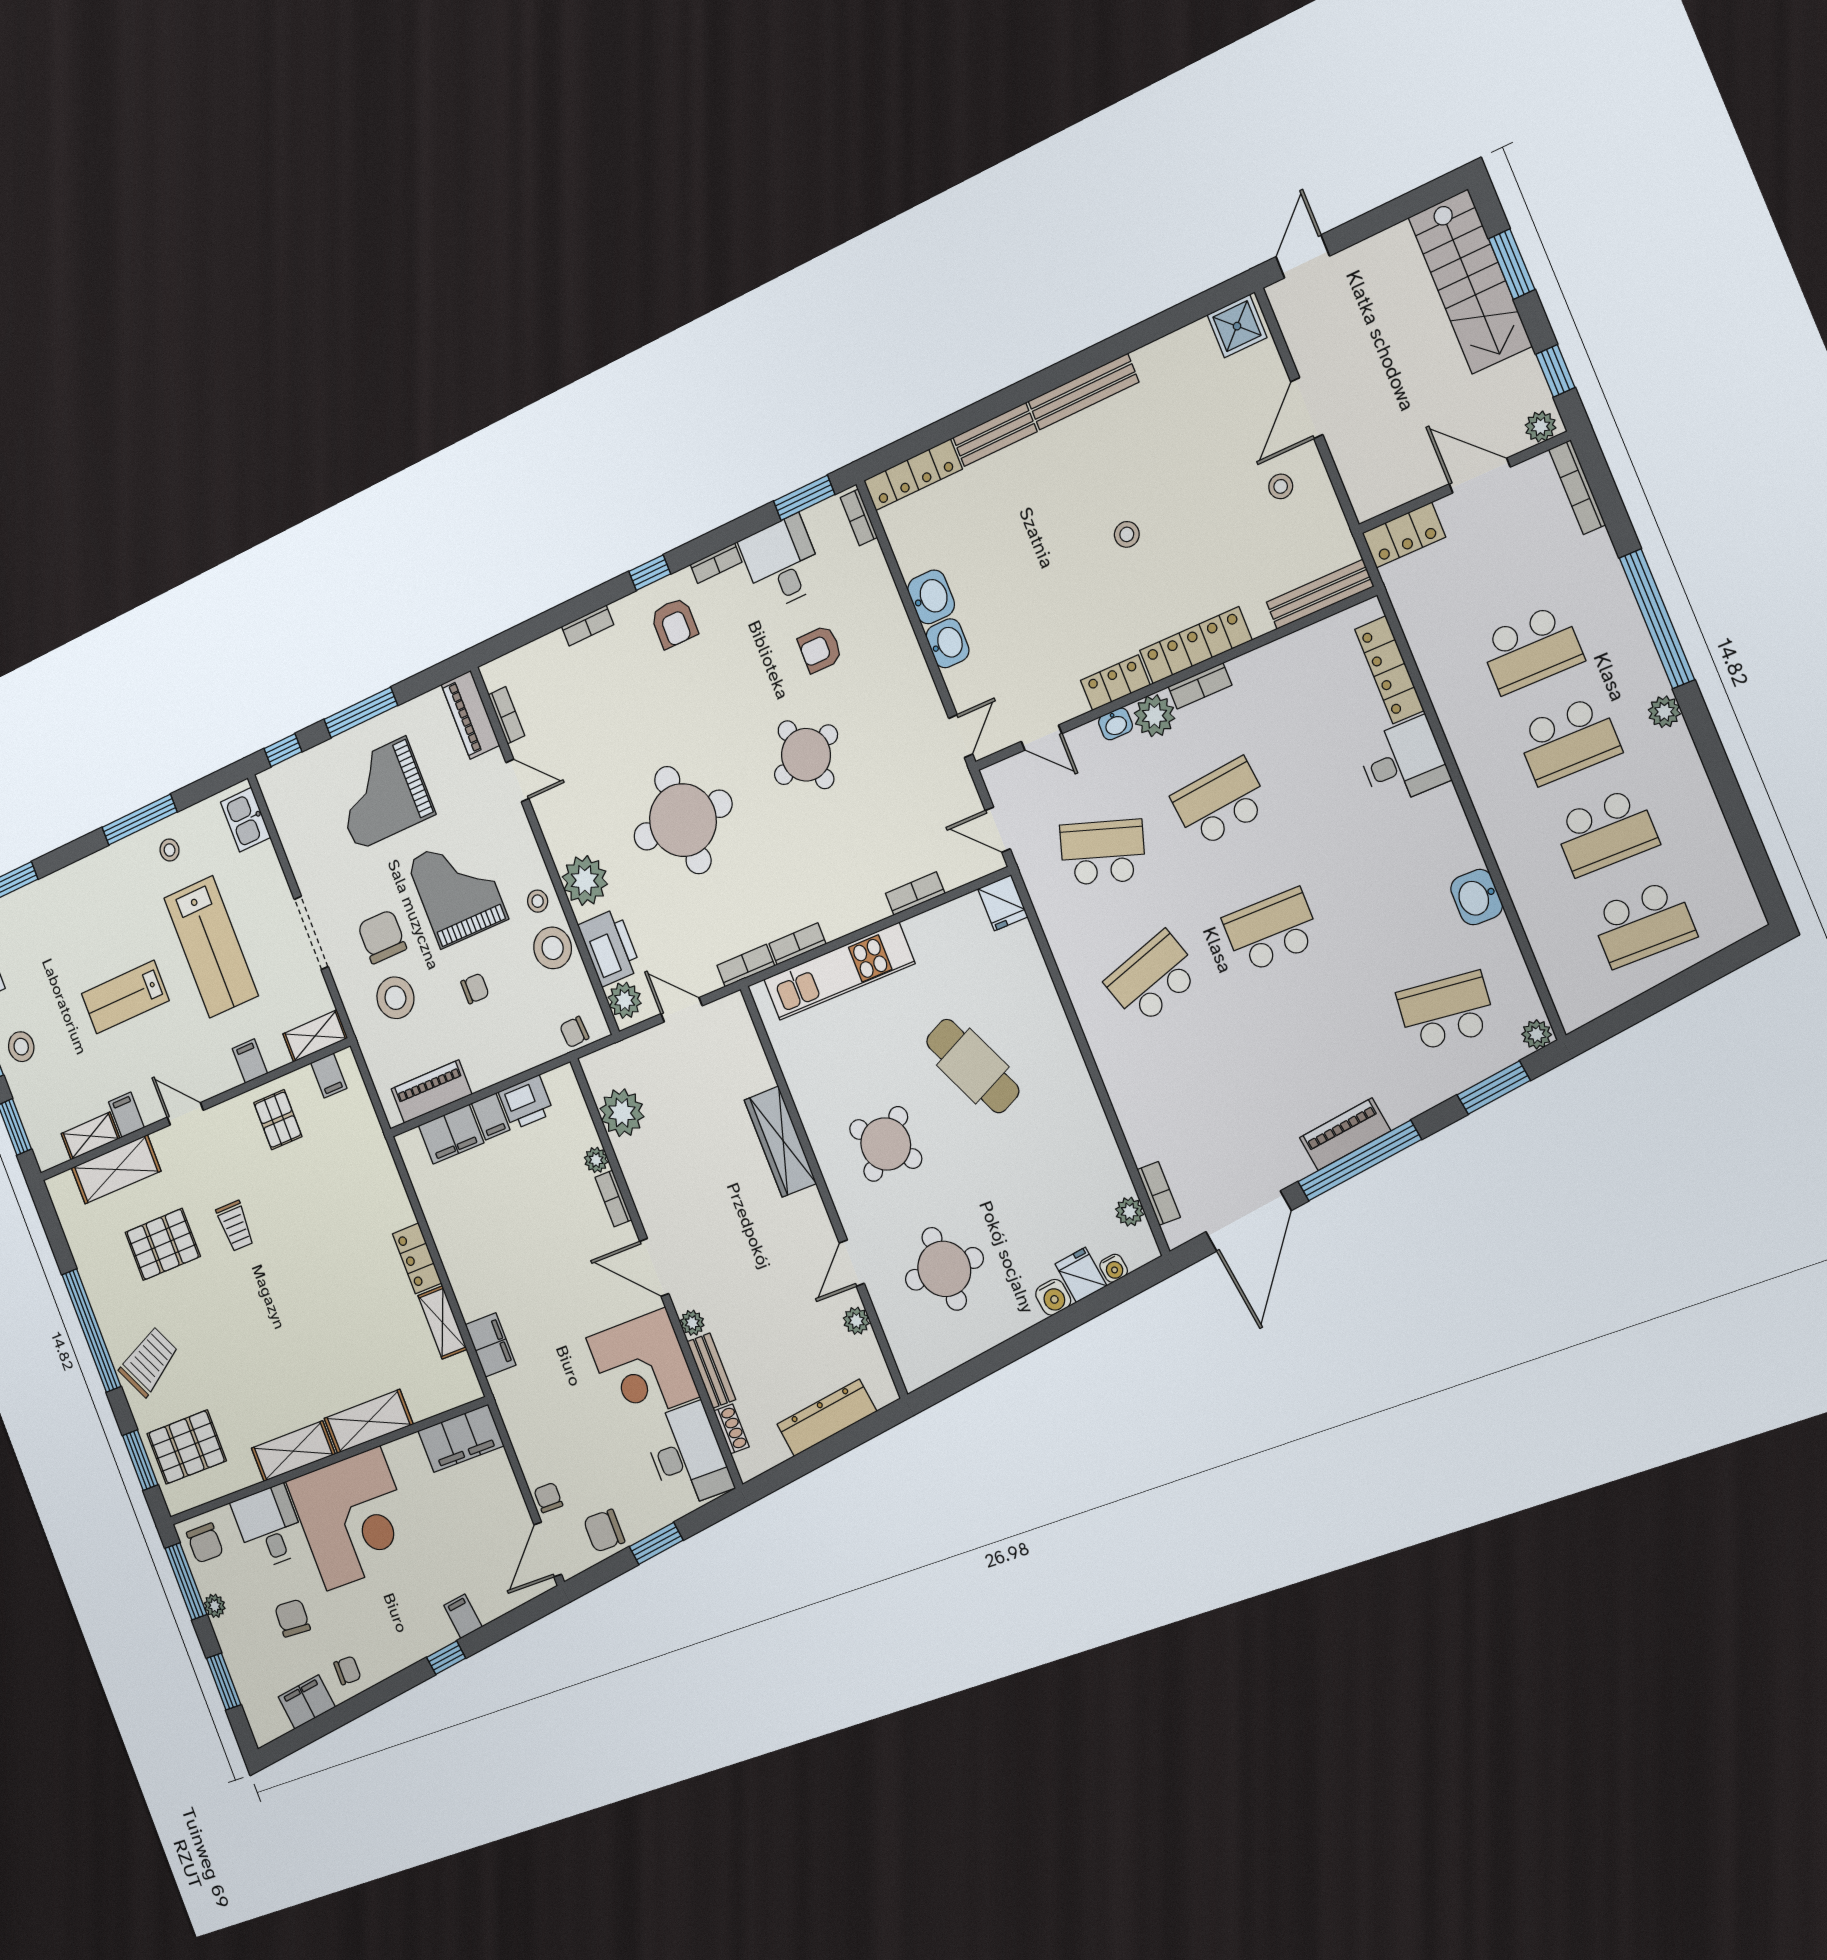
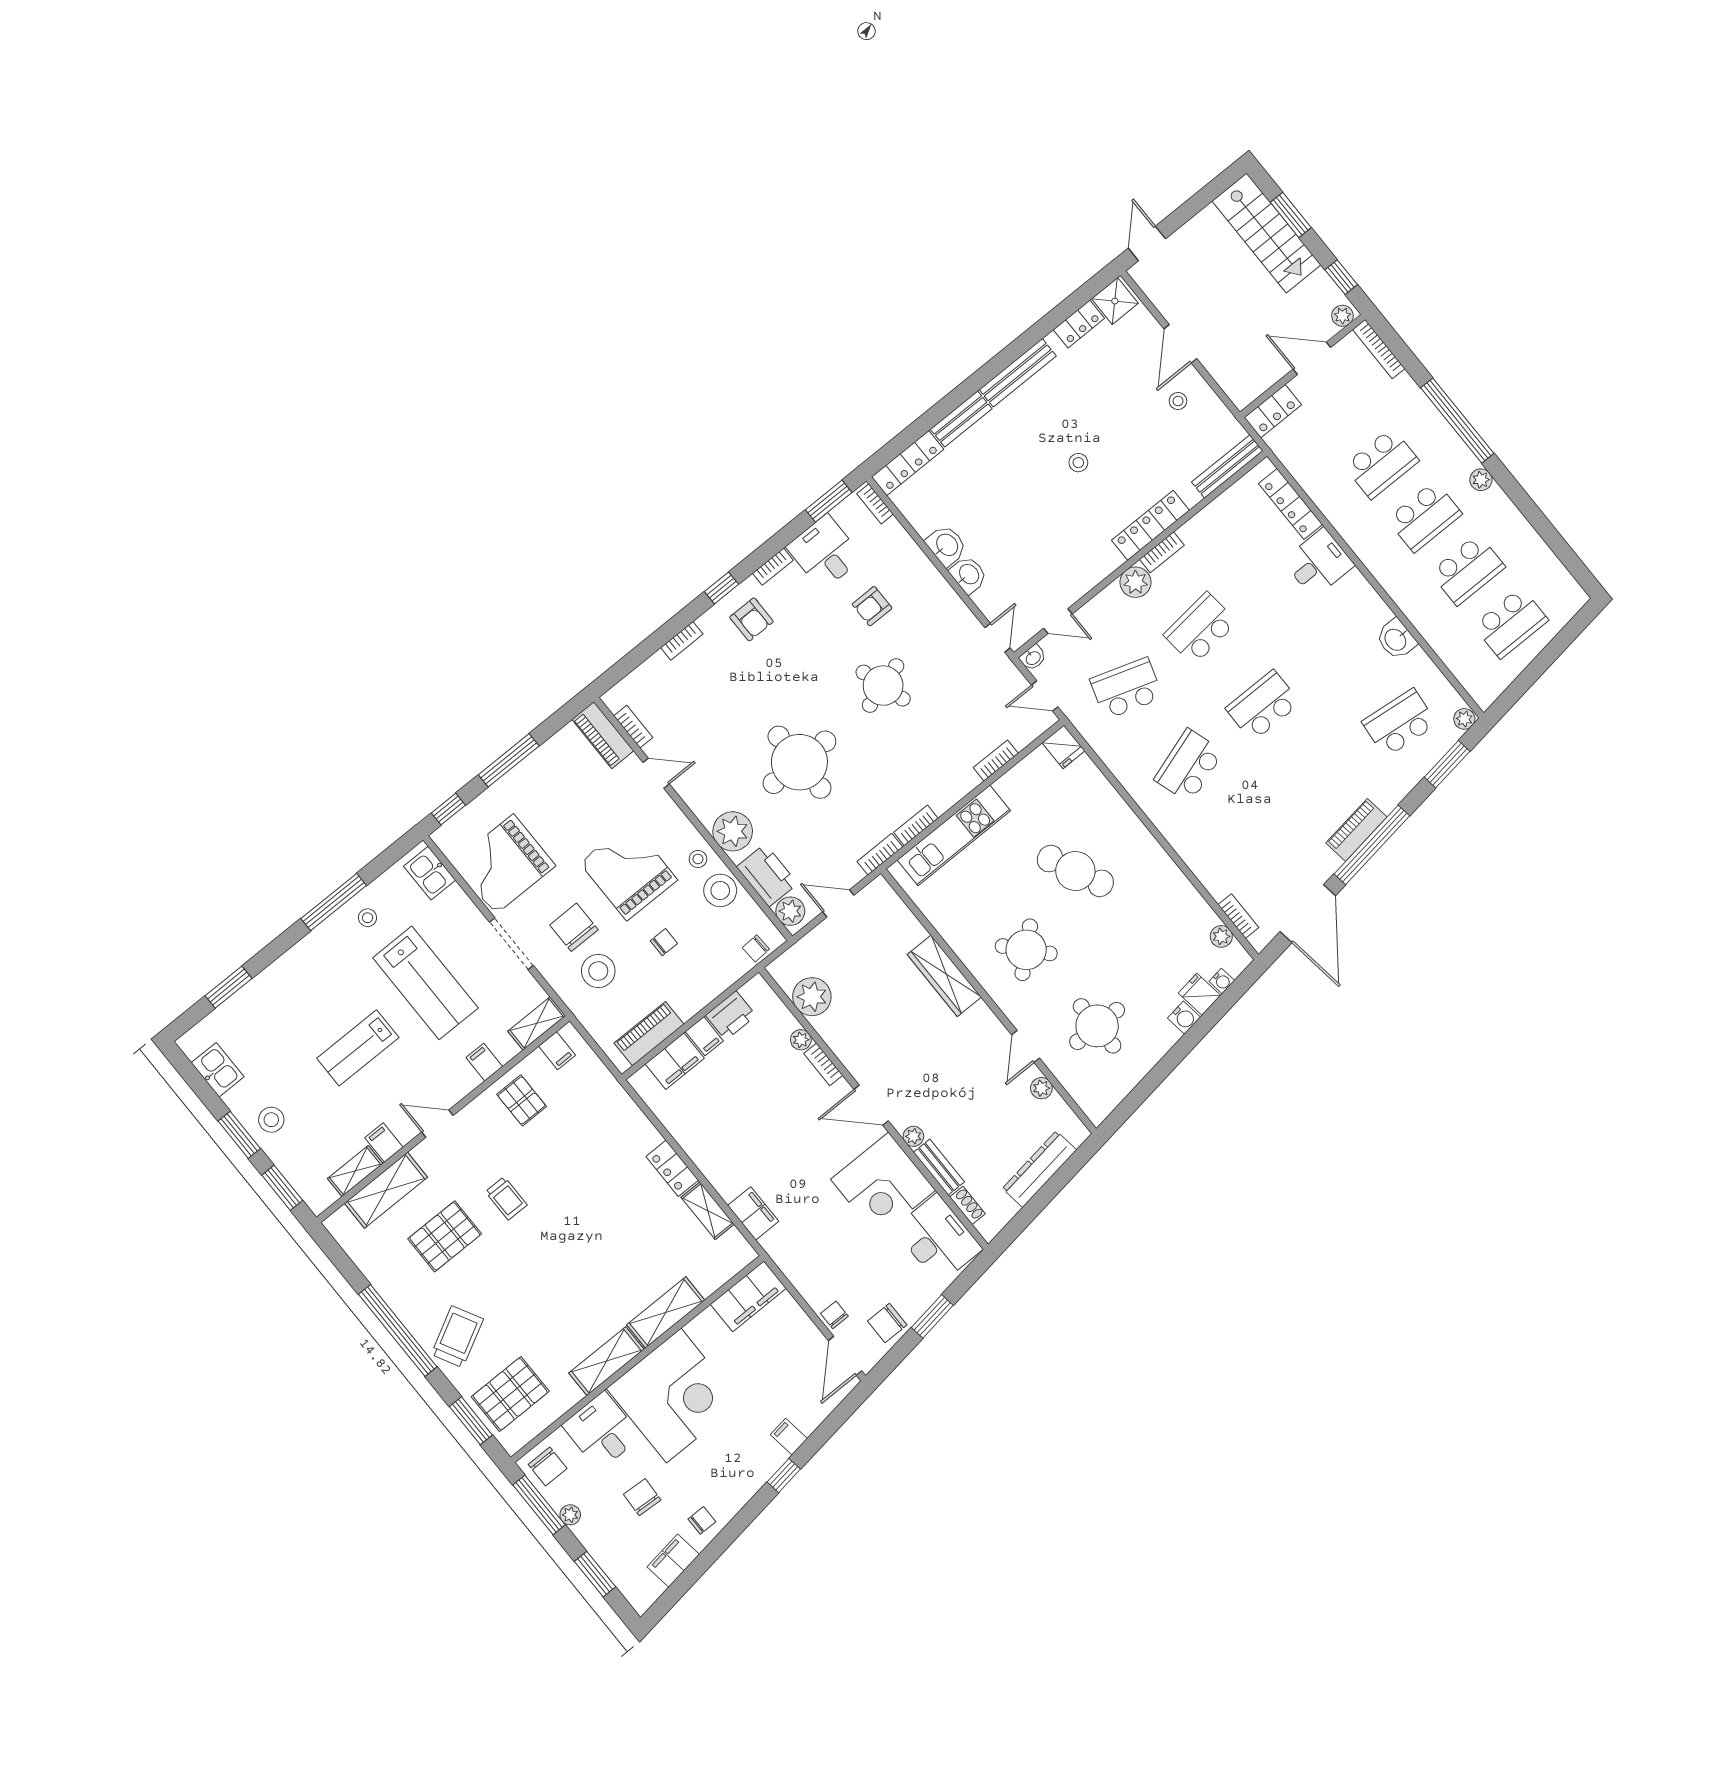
locker: (1115, 683) -> (1079, 324), moved, turned 180
washbasin: (1115, 724) -> (1033, 658), moved
grand piano: (381, 794) -> (504, 864), moved

